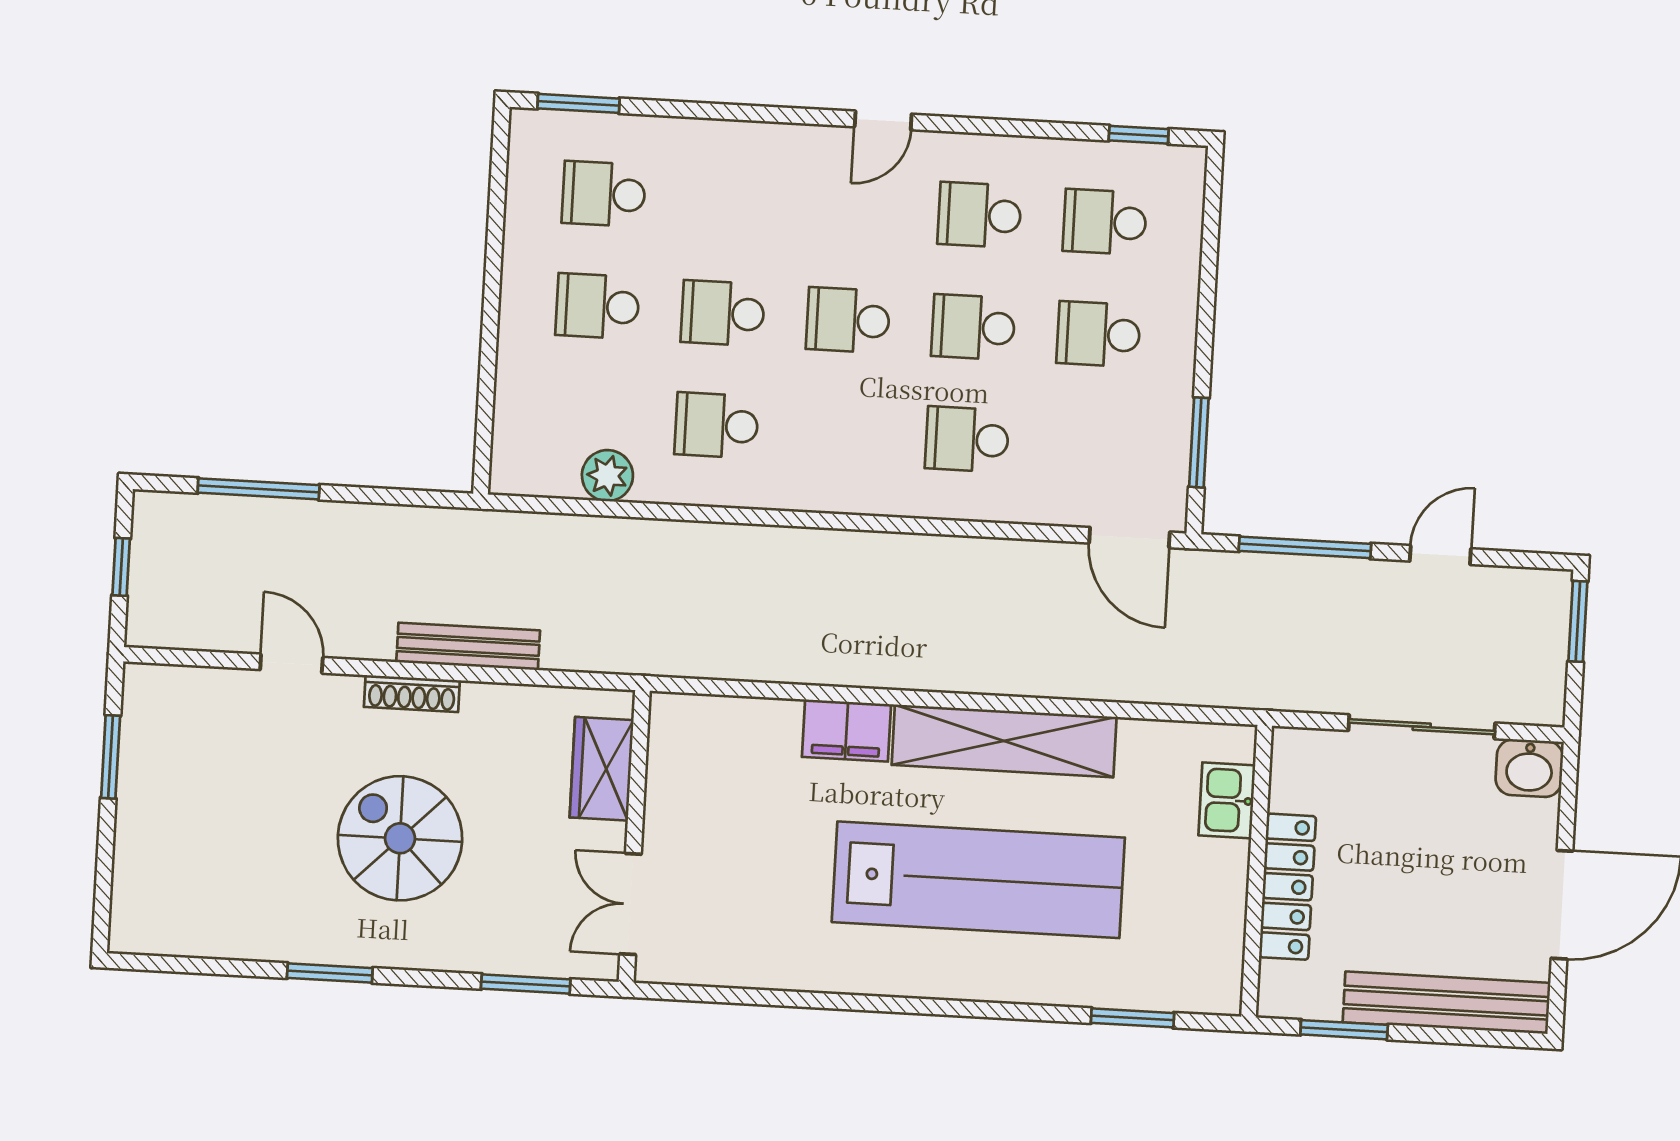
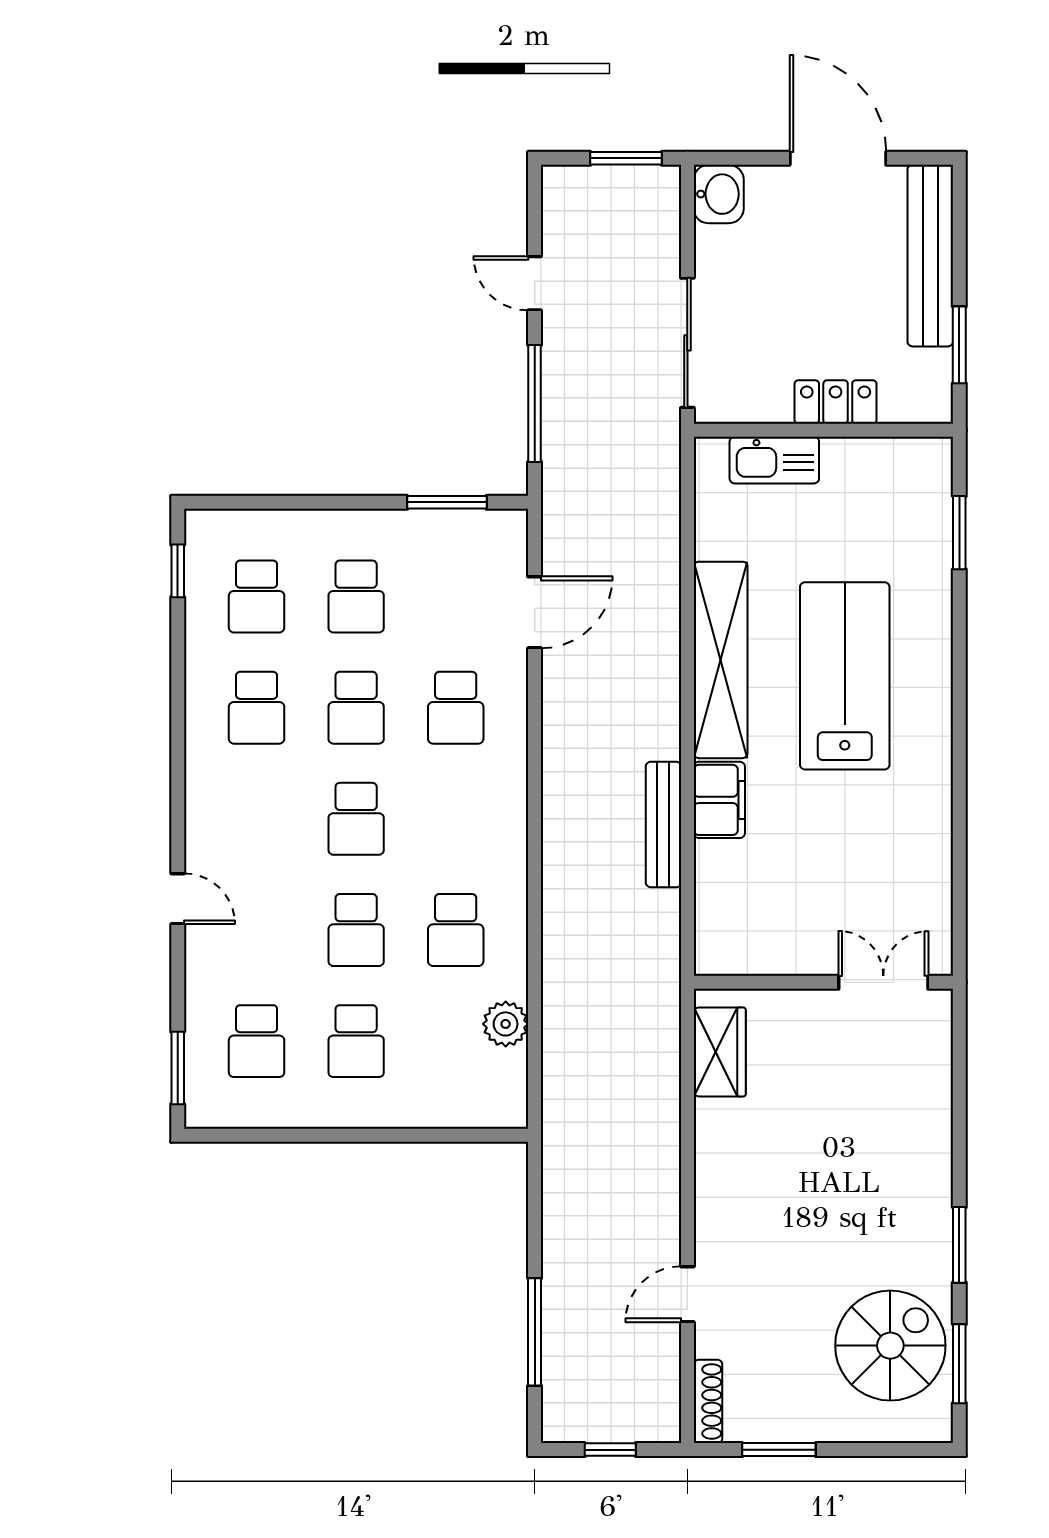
door: (883, 120) -> (178, 899), moved
door: (1129, 538) -> (535, 612), moved
window: (1578, 621) -> (626, 158), moved
bench: (468, 646) -> (663, 825), moved
shoe rack: (412, 694) -> (708, 1401), moved
sliding door: (1422, 727) -> (687, 343), moved
wardrobe: (602, 769) -> (720, 1052), moved, turned -90
kitchen sink: (1227, 800) -> (774, 460), width x1.38
spiral stairs: (400, 838) -> (890, 1346), moved, turned 180
lab bench: (978, 880) -> (845, 676), width x0.73
locker: (1288, 887) -> (836, 402), width x0.66
double door: (631, 904) -> (883, 982), swing flipped
window: (526, 984) -> (959, 1364), moved

